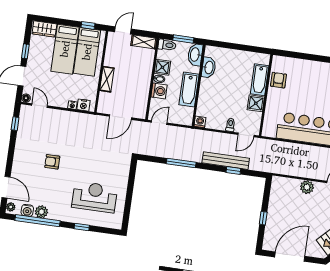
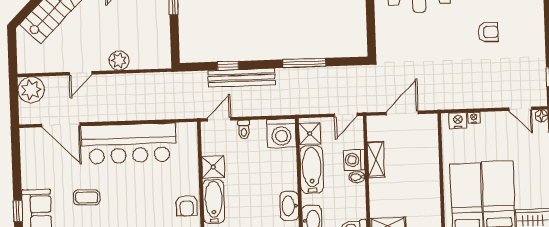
shower: (162, 67) -> (310, 134), moved
shelving: (107, 79) -> (376, 159), moved
washing machine: (200, 122) -> (281, 133), width x1.89, depth x1.89

